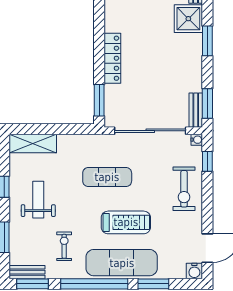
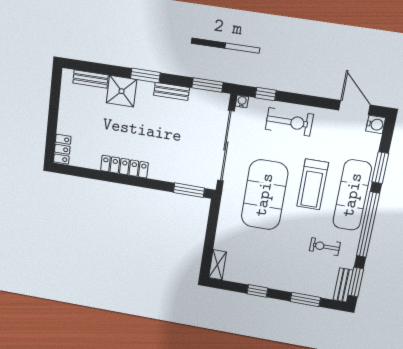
locker: (112, 58) -> (124, 167), moved
bench: (196, 110) -> (172, 91), moved
shelving: (33, 143) -> (217, 265), width x0.67, depth x0.75
exercise mat: (107, 177) -> (264, 195), width x2.00, depth x1.45
weight bench: (38, 200) -> (275, 262), removed
treadmill: (126, 222) -> (313, 184), turned 180

